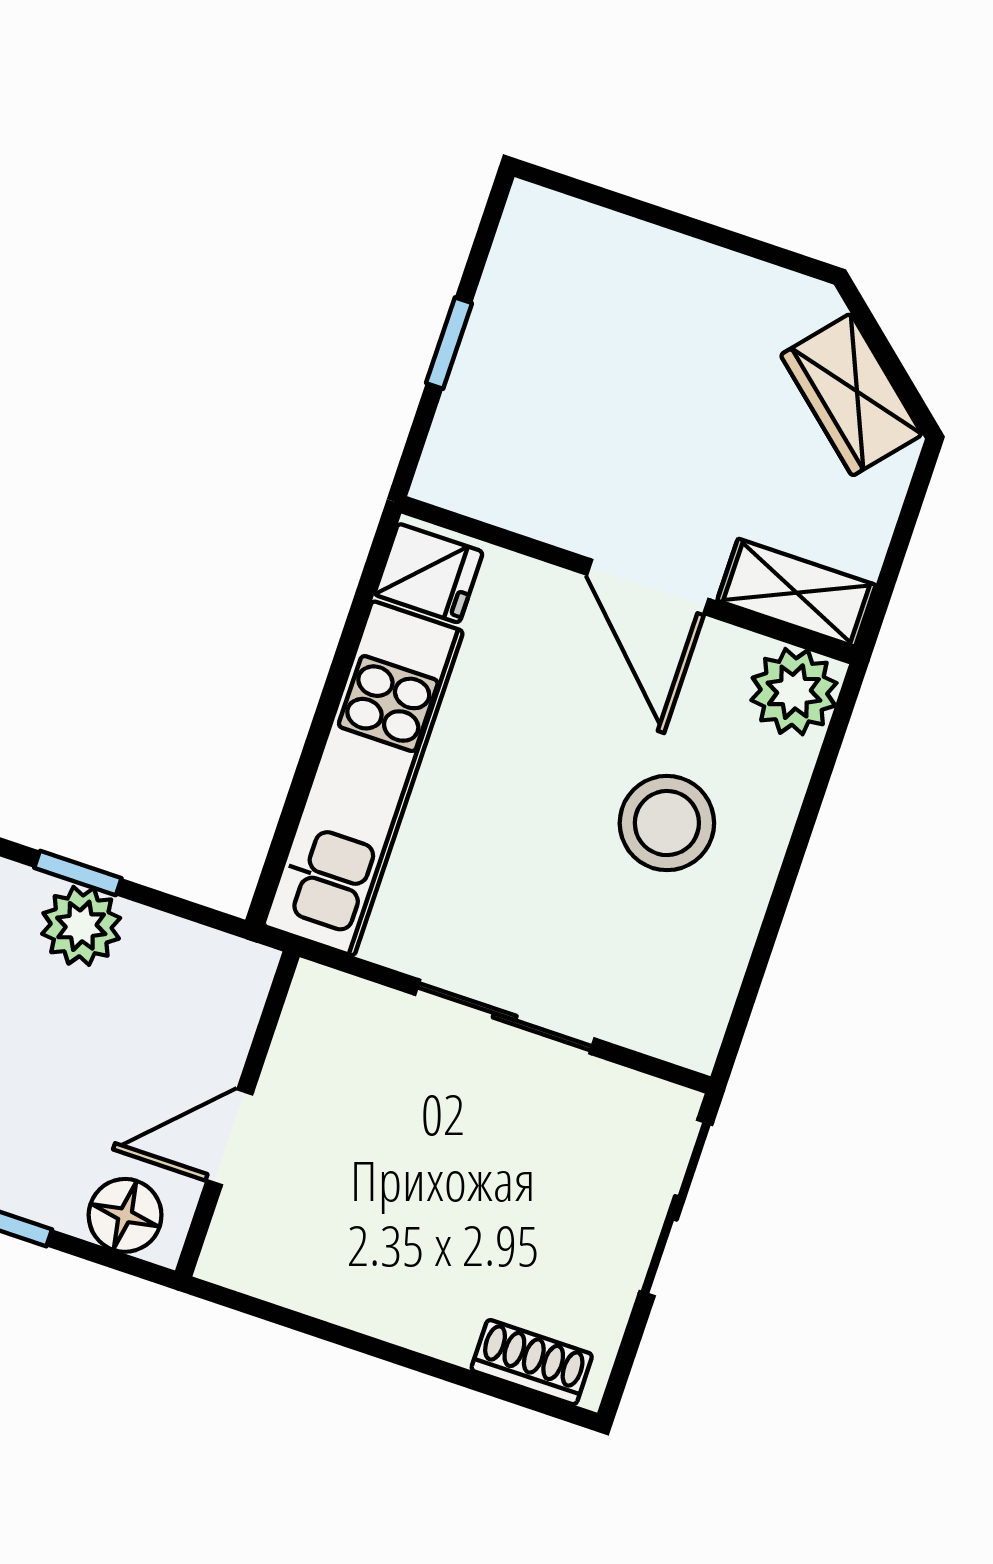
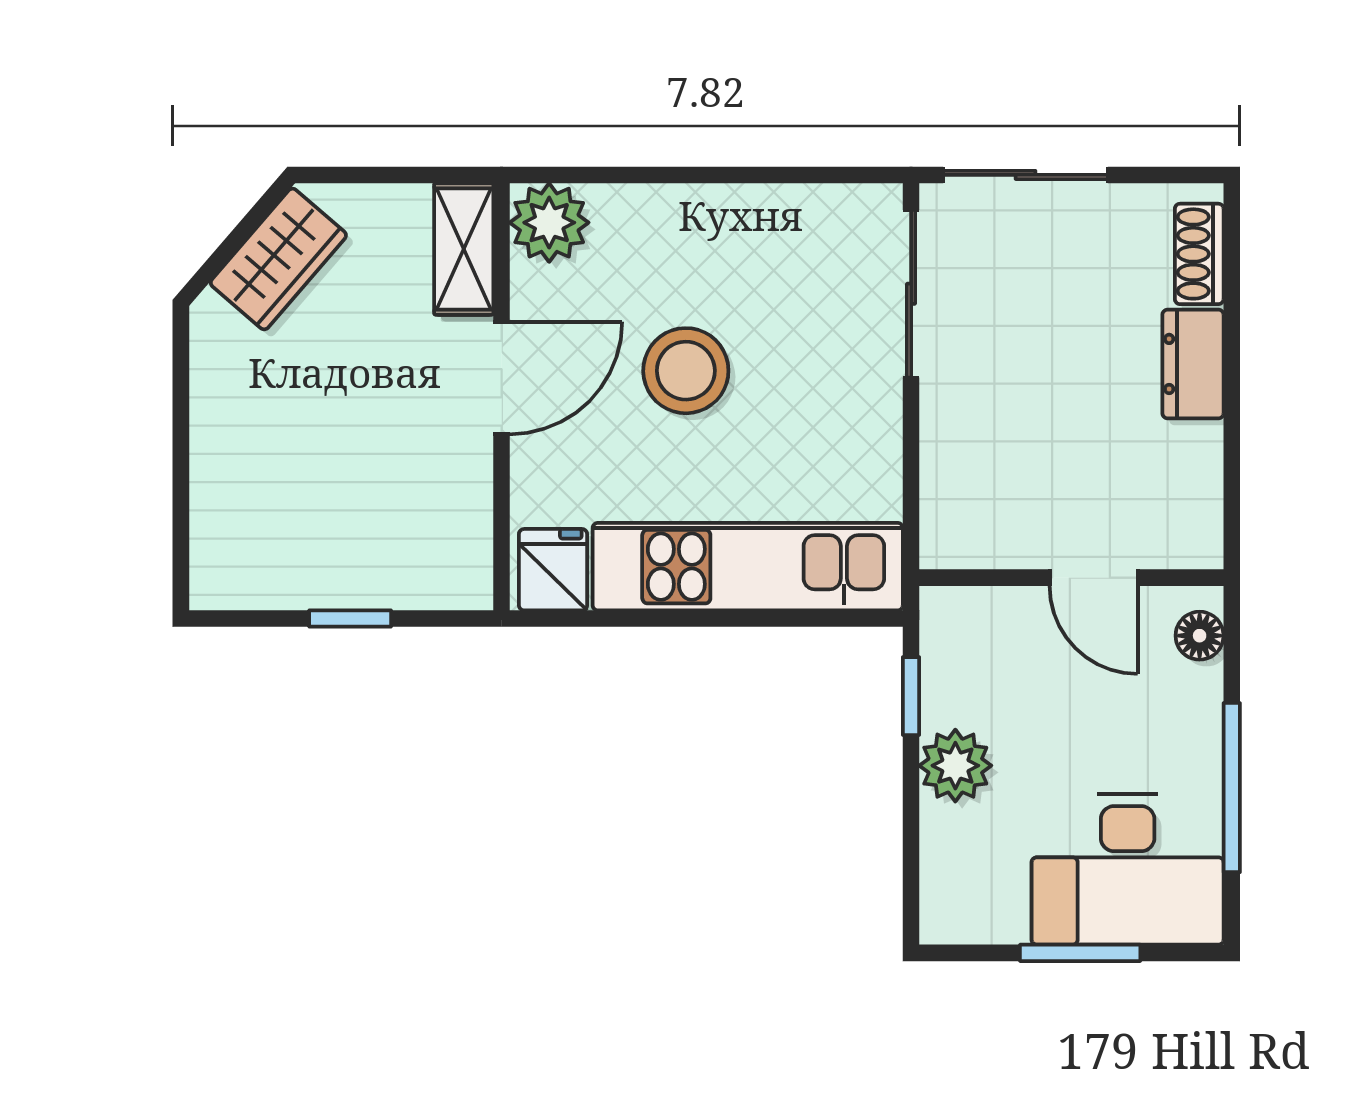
stool: (667, 823) -> (686, 371), moved
window: (78, 873) -> (911, 696), moved
sliding door: (505, 1017) -> (911, 294), moved
floor lamp: (125, 1215) -> (1200, 636), width x0.73, depth x0.73
dresser: (418, 1317) -> (1193, 364), added

